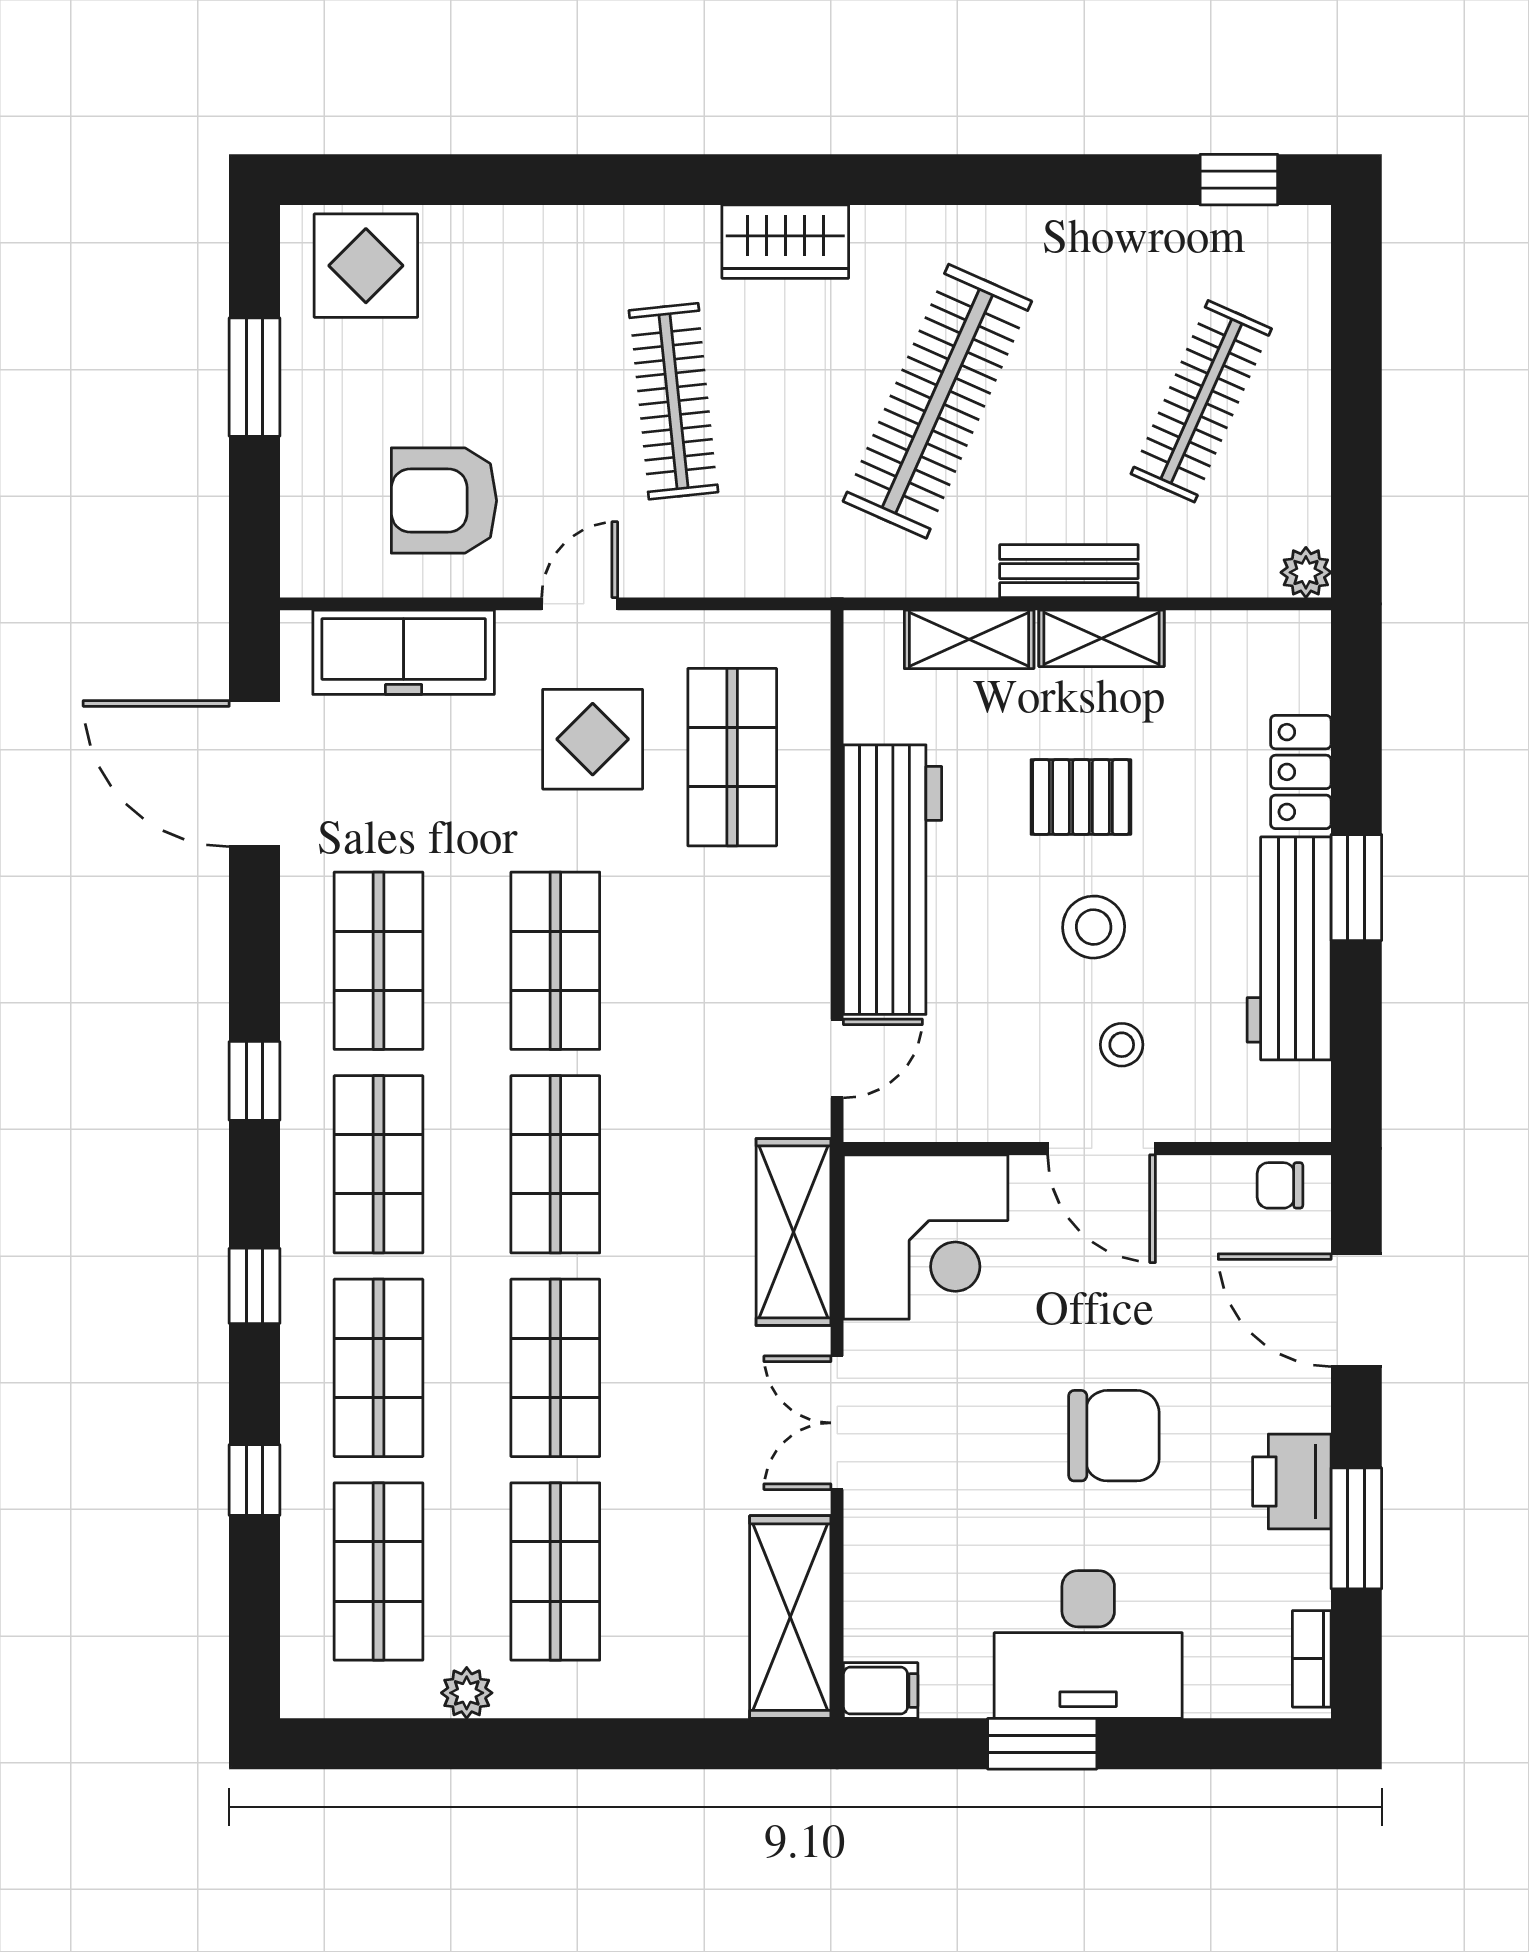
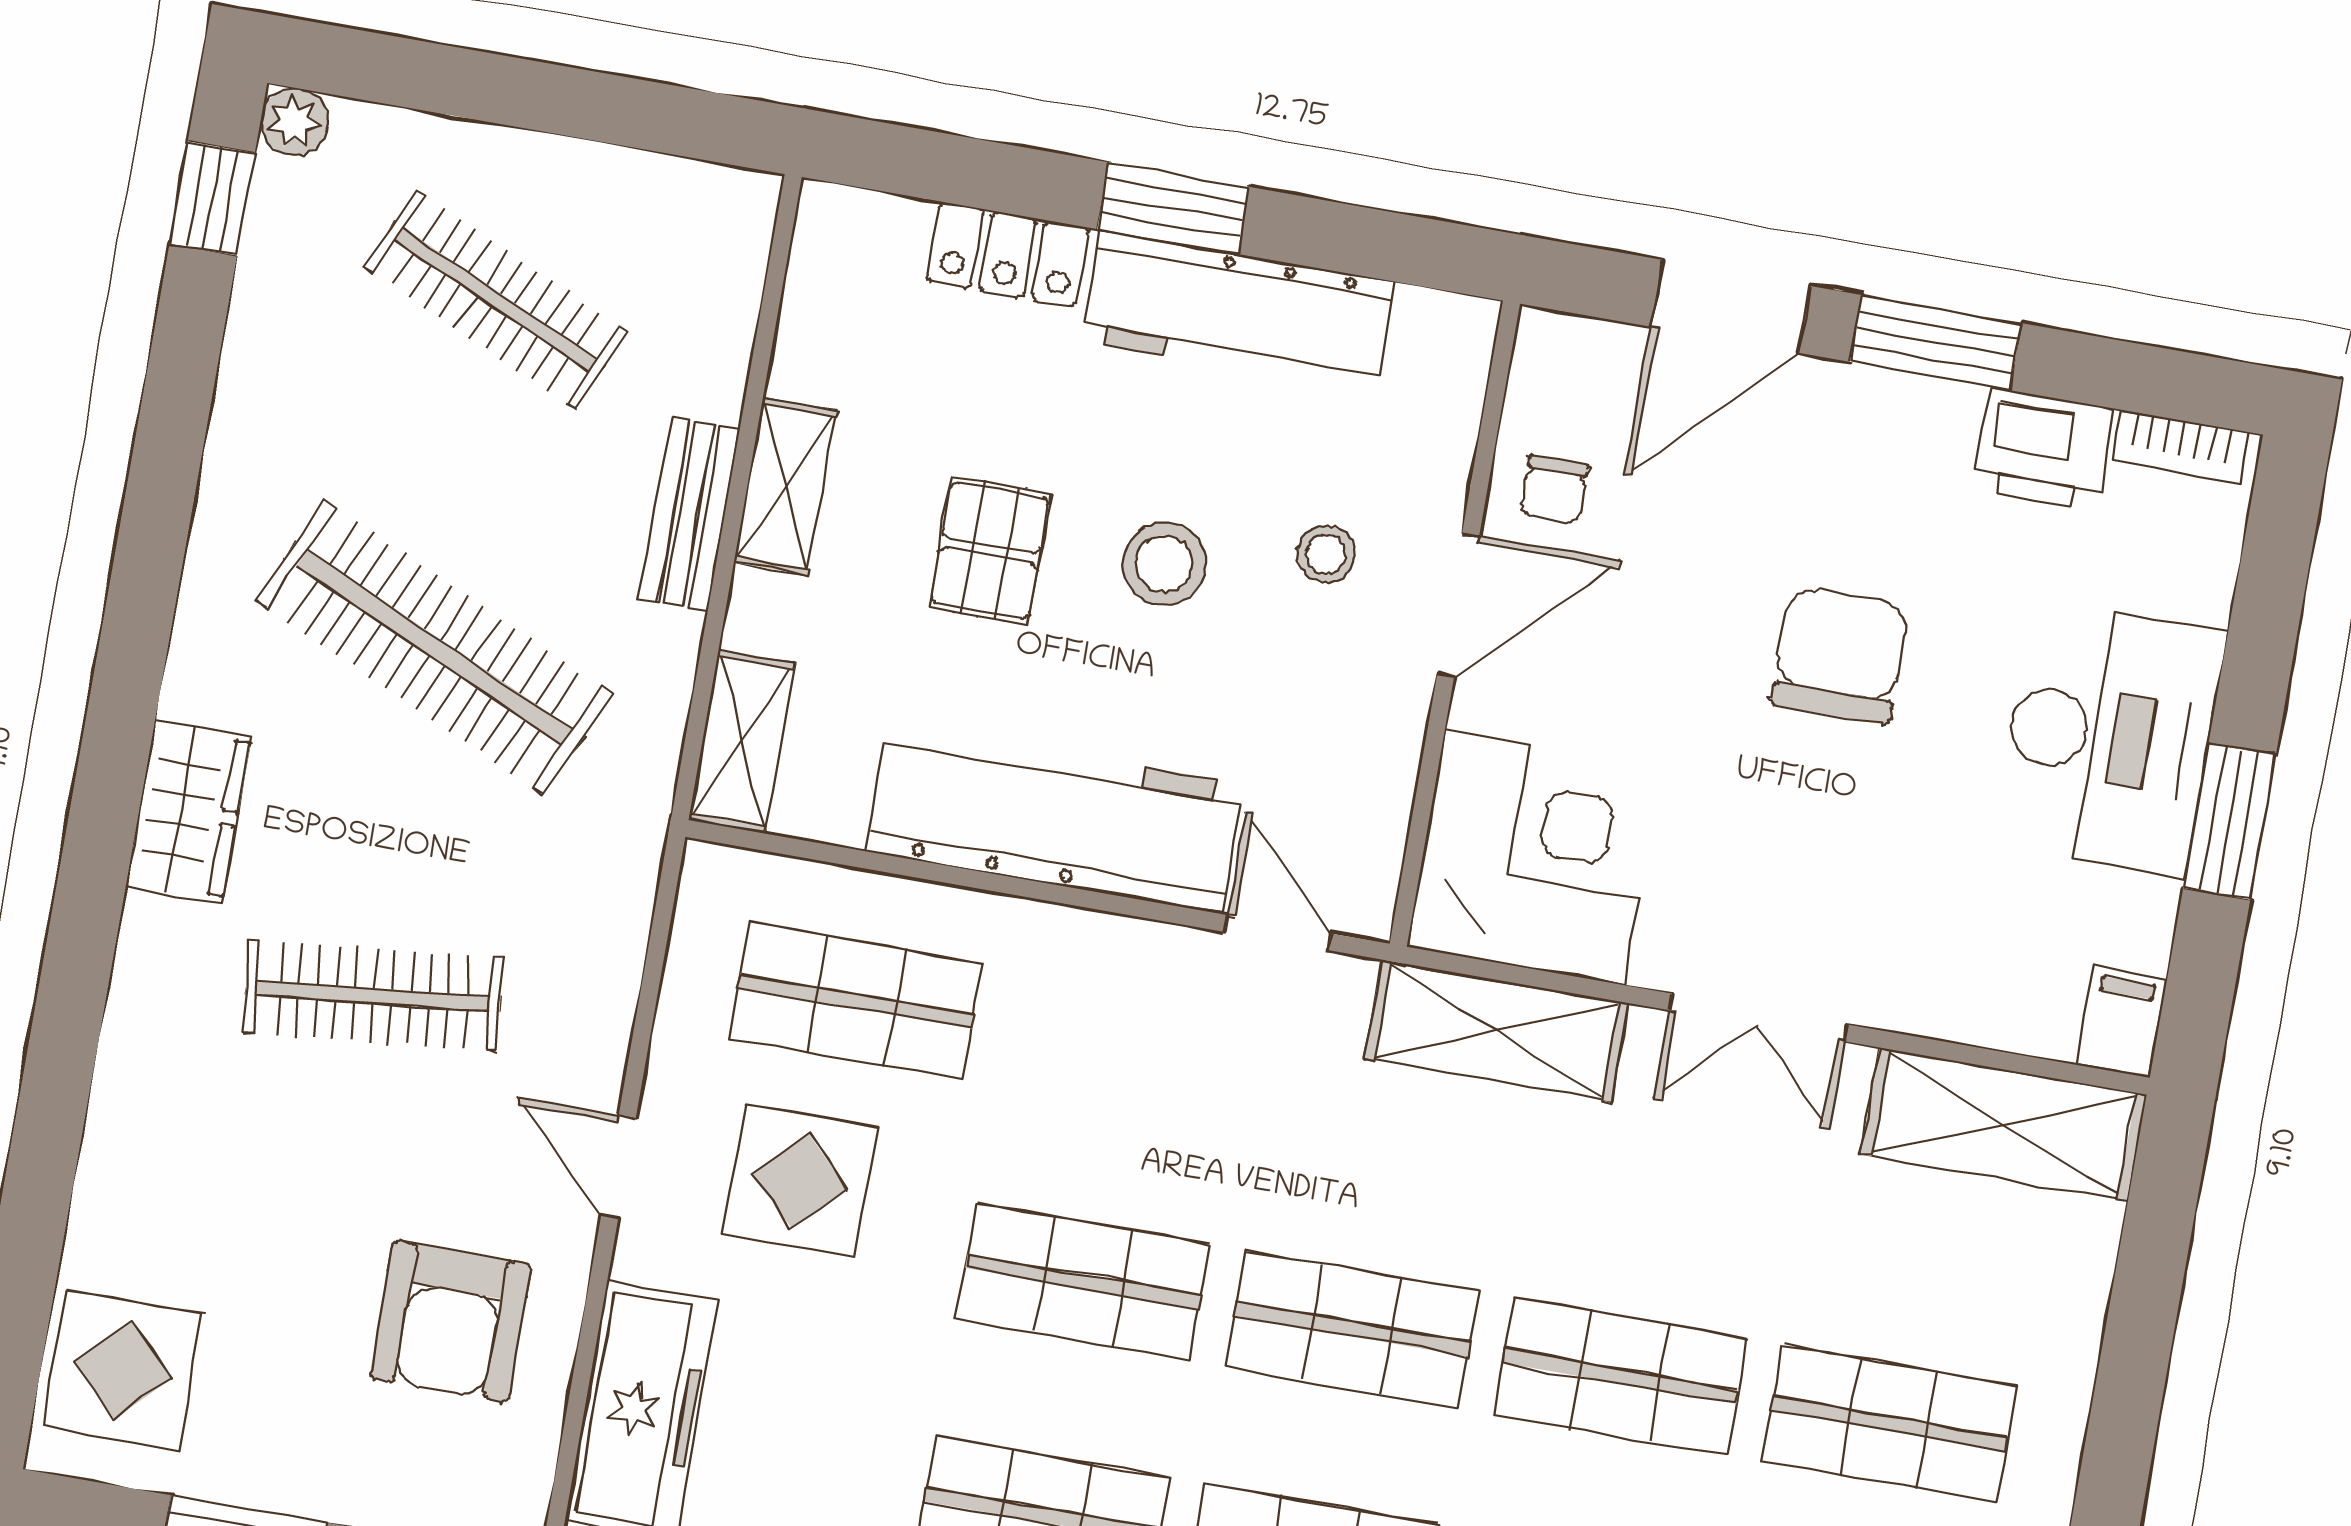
plant: (1306, 572) -> (294, 122), moved
shelving: (969, 639) -> (742, 741), moved
chair: (1280, 1185) -> (1554, 489), moved
printer: (1292, 1482) -> (2043, 449), moved
window: (1356, 1528) -> (1936, 343), moved

